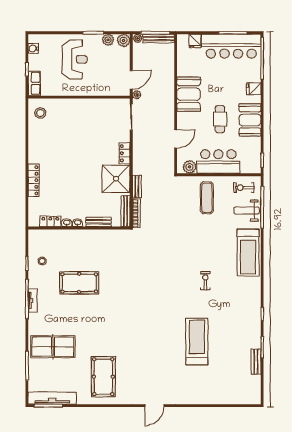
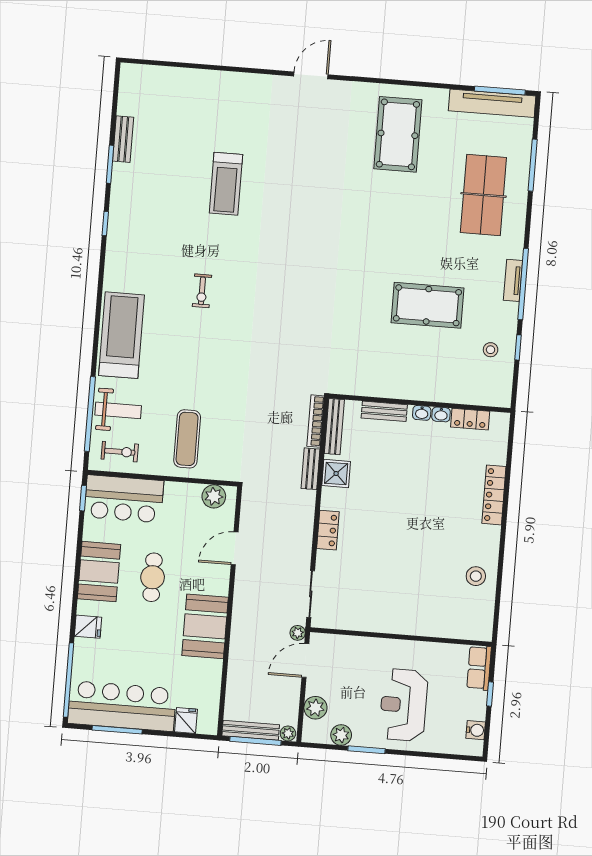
plant: (123, 40) -> (315, 708), moved
stool: (40, 113) -> (476, 576), moved
bar counter: (218, 162) -> (124, 499), moved
shower: (116, 179) -> (336, 473), width x0.54, depth x0.54
treadmill: (197, 342) -> (226, 184), width x0.73, depth x0.73
table tennis table: (53, 347) -> (483, 195), turned 90

